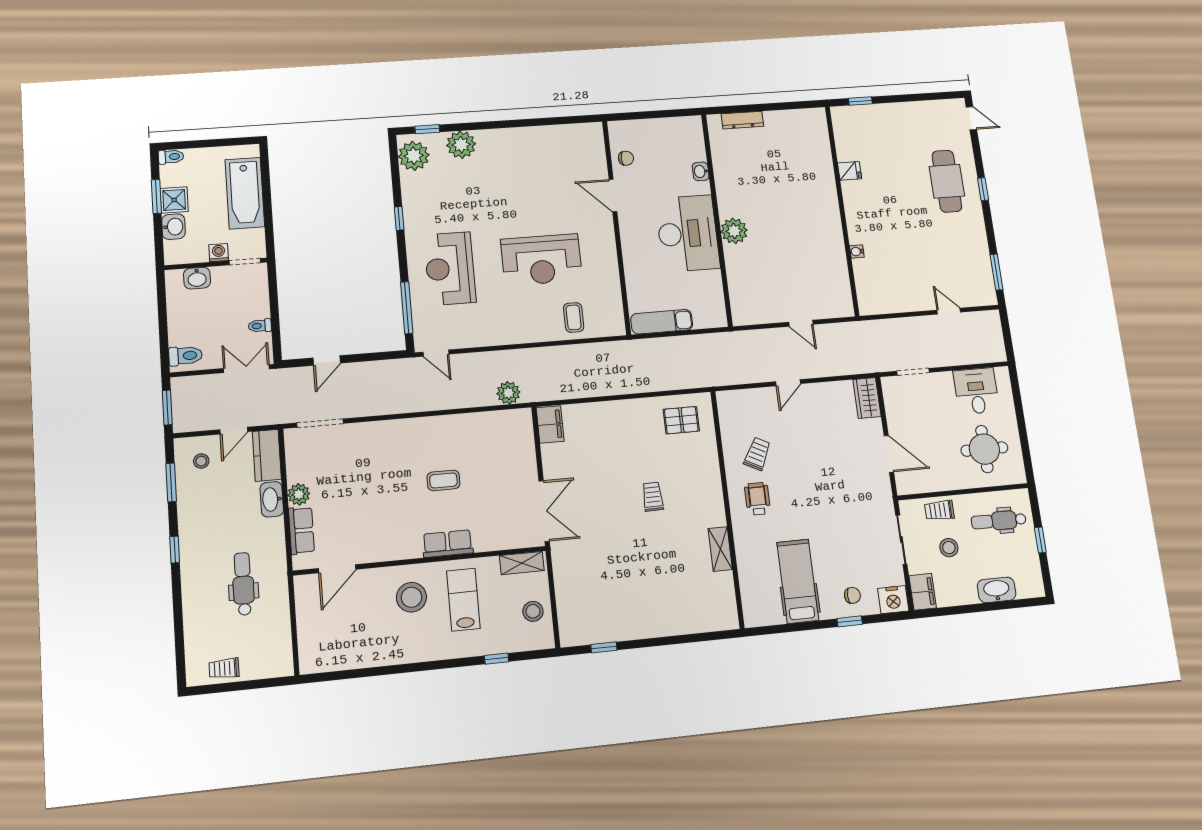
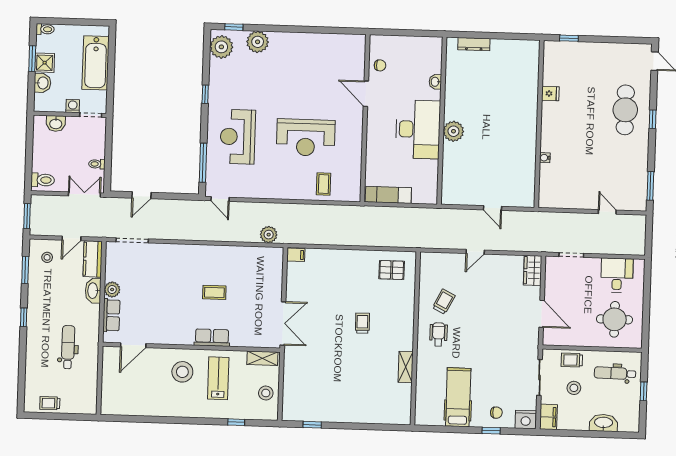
filing cabinet: (550, 424) -> (296, 255), width x0.50

